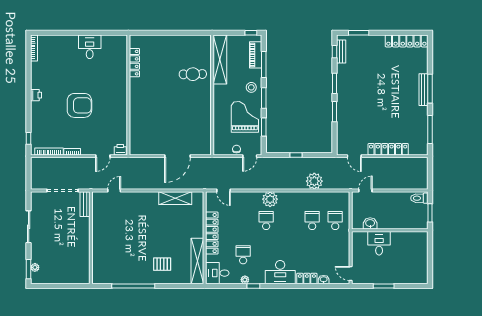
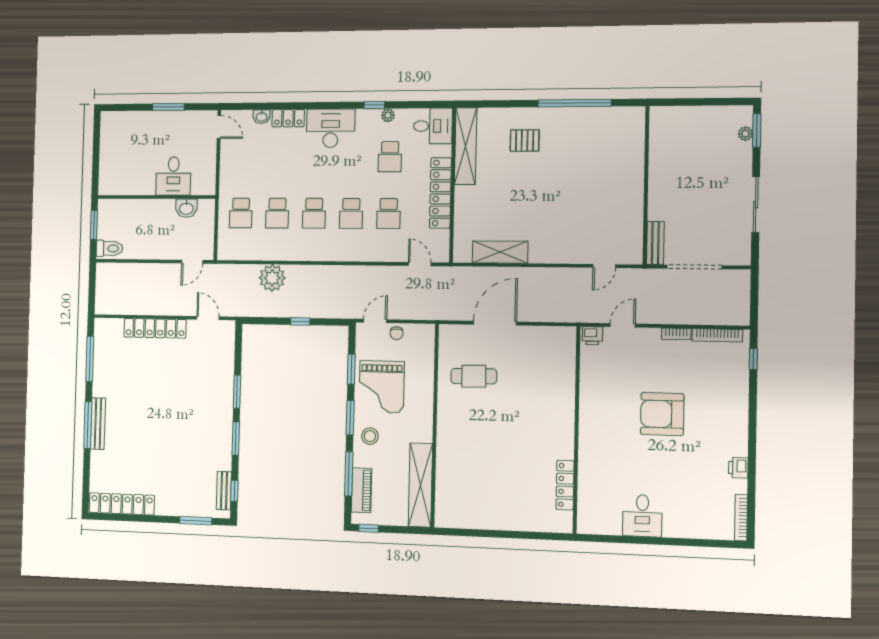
cafe table: (193, 74) -> (474, 376), moved
printer: (36, 95) -> (738, 468), moved
plant: (270, 199) -> (344, 249), removed
school desk: (243, 221) -> (389, 214), added
school desk: (289, 221) -> (314, 213), added

